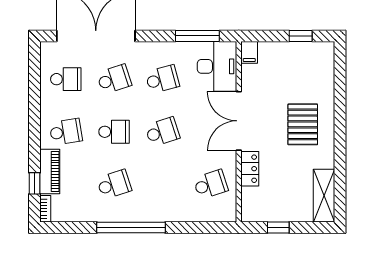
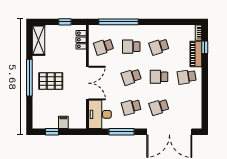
window: (197, 36) -> (121, 132), moved
filing cabinet: (249, 52) -> (63, 122), moved
school desk: (66, 79) -> (131, 47), moved
pallet: (303, 124) -> (51, 81), turned 90
window: (340, 130) -> (29, 78), added
locker: (250, 169) -> (81, 40), moved
window: (131, 228) -> (118, 22), moved

